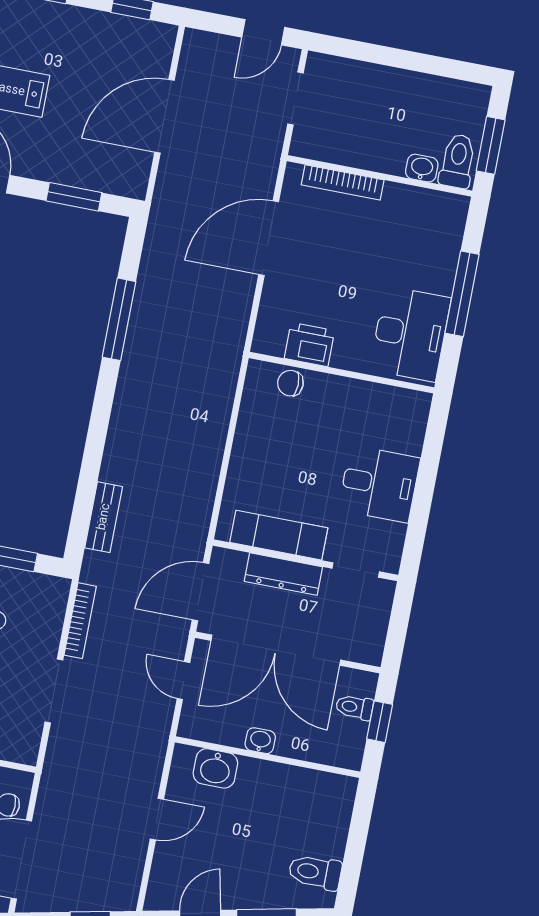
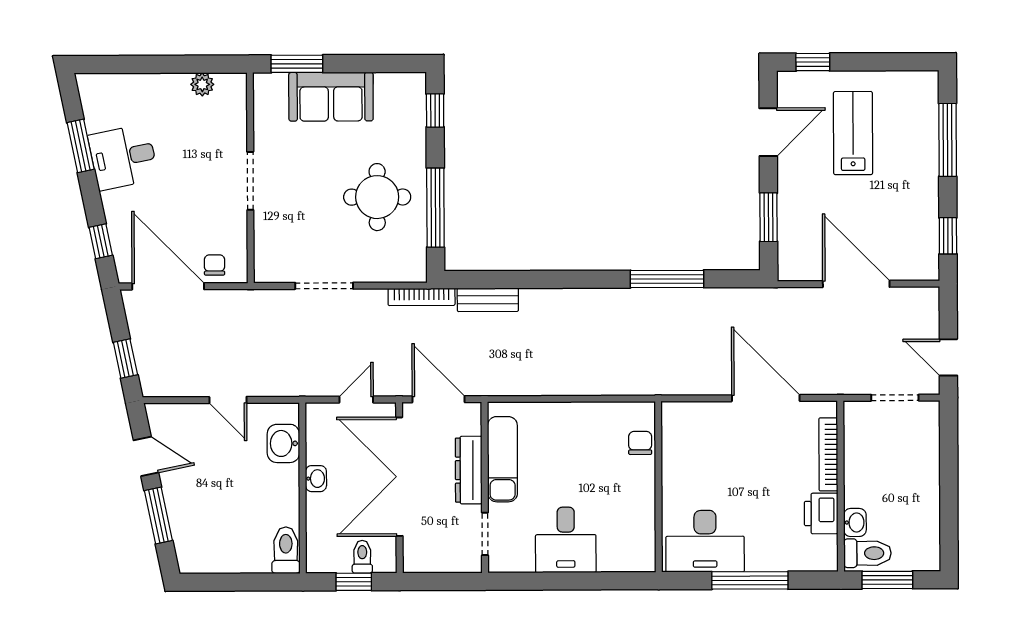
printer: (310, 345) -> (821, 513), moved, turned 180
bookcase: (80, 621) -> (422, 297), moved
toilet: (315, 872) -> (286, 550), moved

